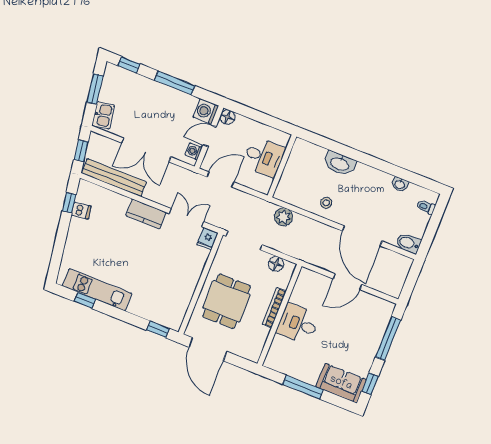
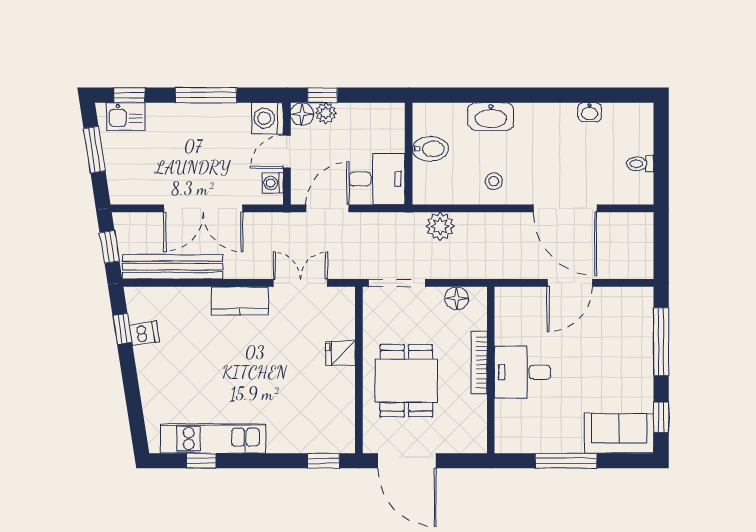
window: (244, 111) -> (322, 95), added
kitchen sink: (103, 115) -> (126, 117), moved, turned 99
plant: (242, 122) -> (326, 113), added
desk: (264, 157) -> (377, 179), moved
toilet: (426, 207) -> (640, 164), moved
fridge: (208, 239) -> (341, 353), moved, turned 90
bidet: (408, 243) -> (430, 149), moved, turned 180

